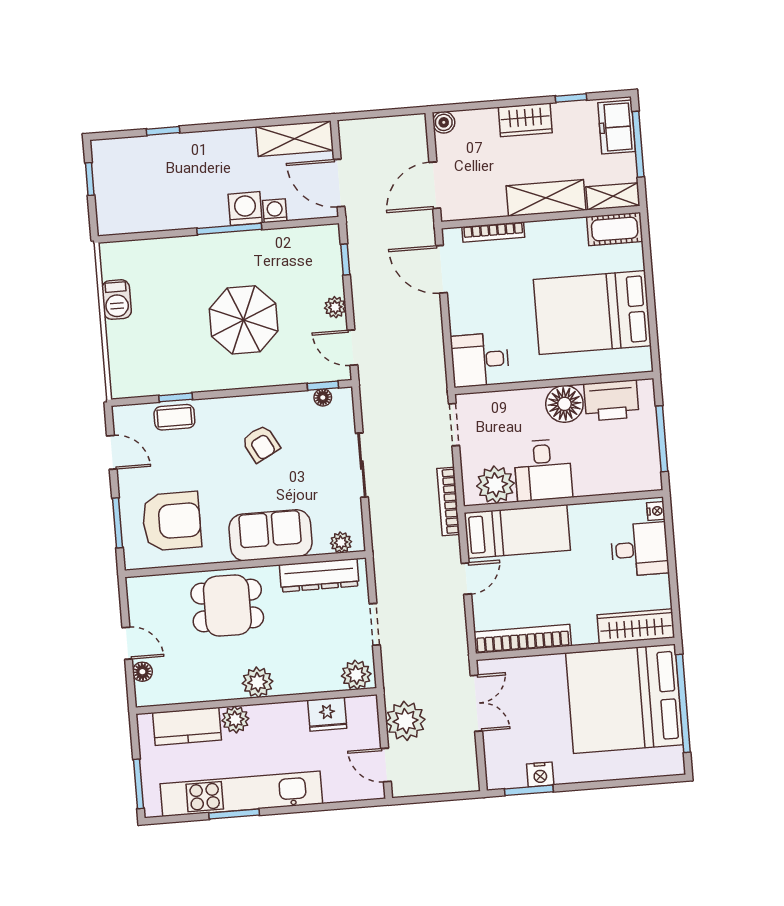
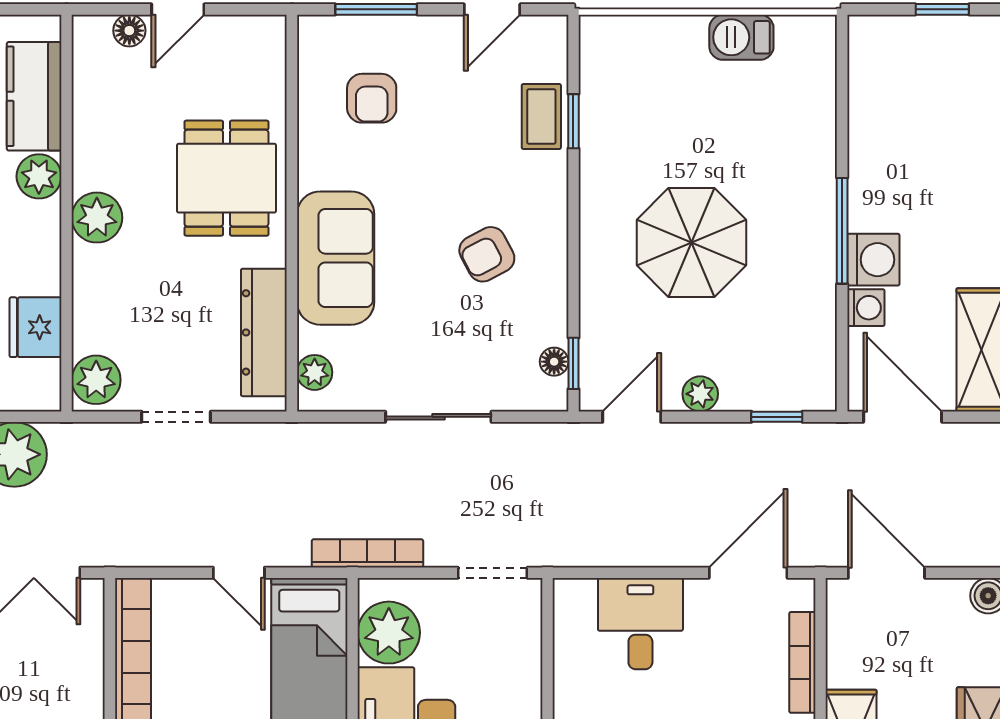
door: (339, 183) -> (903, 417), hinge flipped
desk: (480, 360) -> (640, 624), moved
armchair: (172, 521) -> (372, 98), width x0.53, depth x0.53

